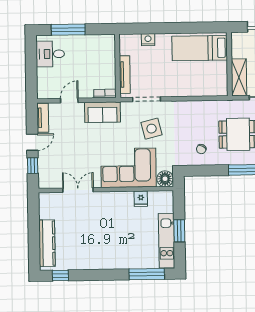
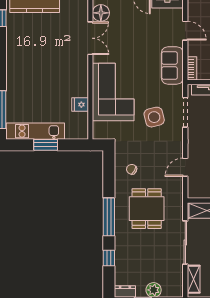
door: (198, 98) -> (185, 167), added
floor lamp: (165, 179) -> (101, 13), moved

